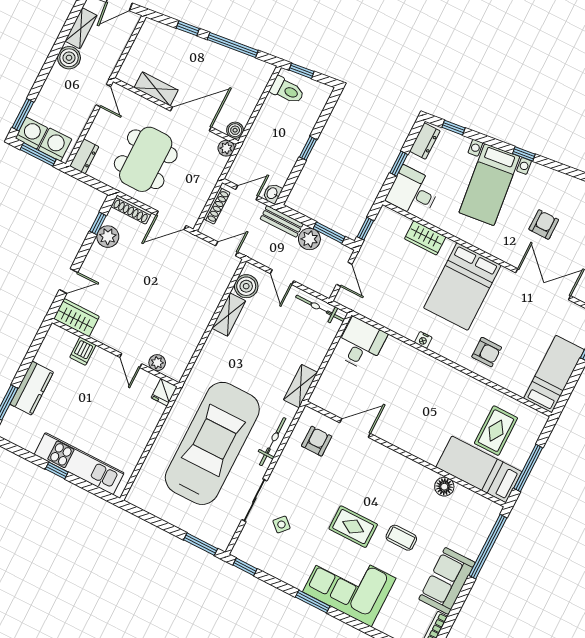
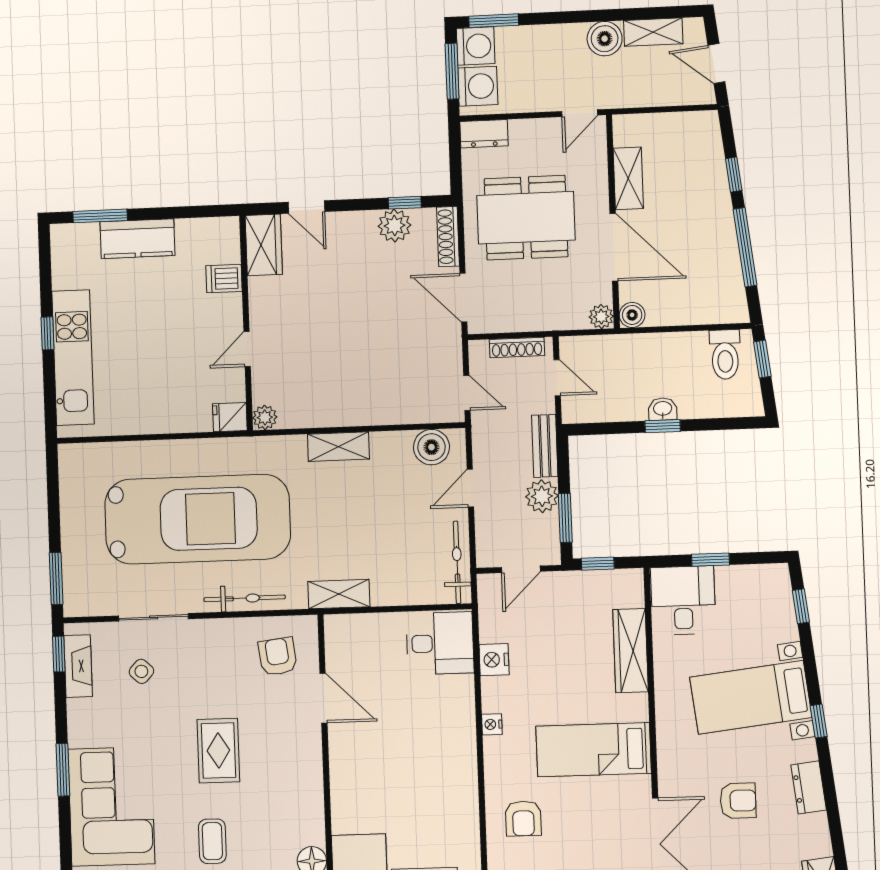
dresser: (425, 141) -> (809, 787), moved, turned 83
washbasin: (272, 193) -> (663, 409), moved
wardrobe: (425, 238) -> (631, 651), width x1.50
bed: (462, 286) -> (594, 750), width x0.67
shelving: (229, 315) -> (338, 447), moved
nightstand: (387, 318) -> (494, 660), added
plant: (157, 363) -> (265, 417), moved
armchair: (317, 441) -> (278, 656), turned -97
rug: (353, 527) -> (218, 751), moved
fireplace: (258, 559) -> (78, 666), added

